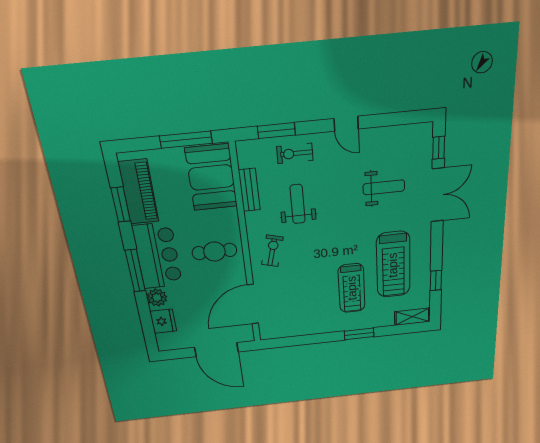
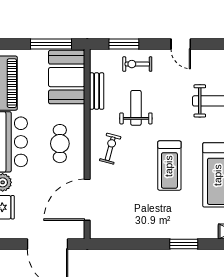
cafe table: (214, 252) -> (60, 144), turned 90
treadmill: (352, 288) -> (169, 166), moved

